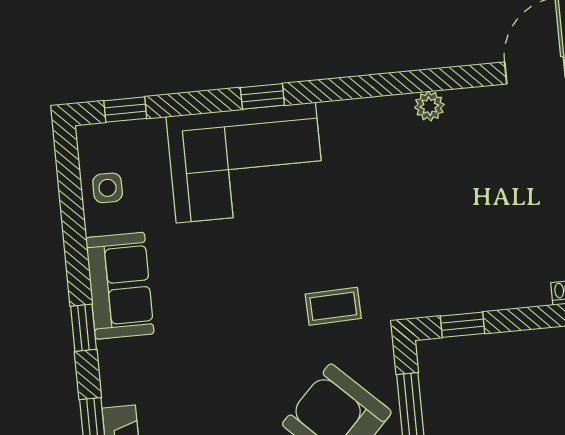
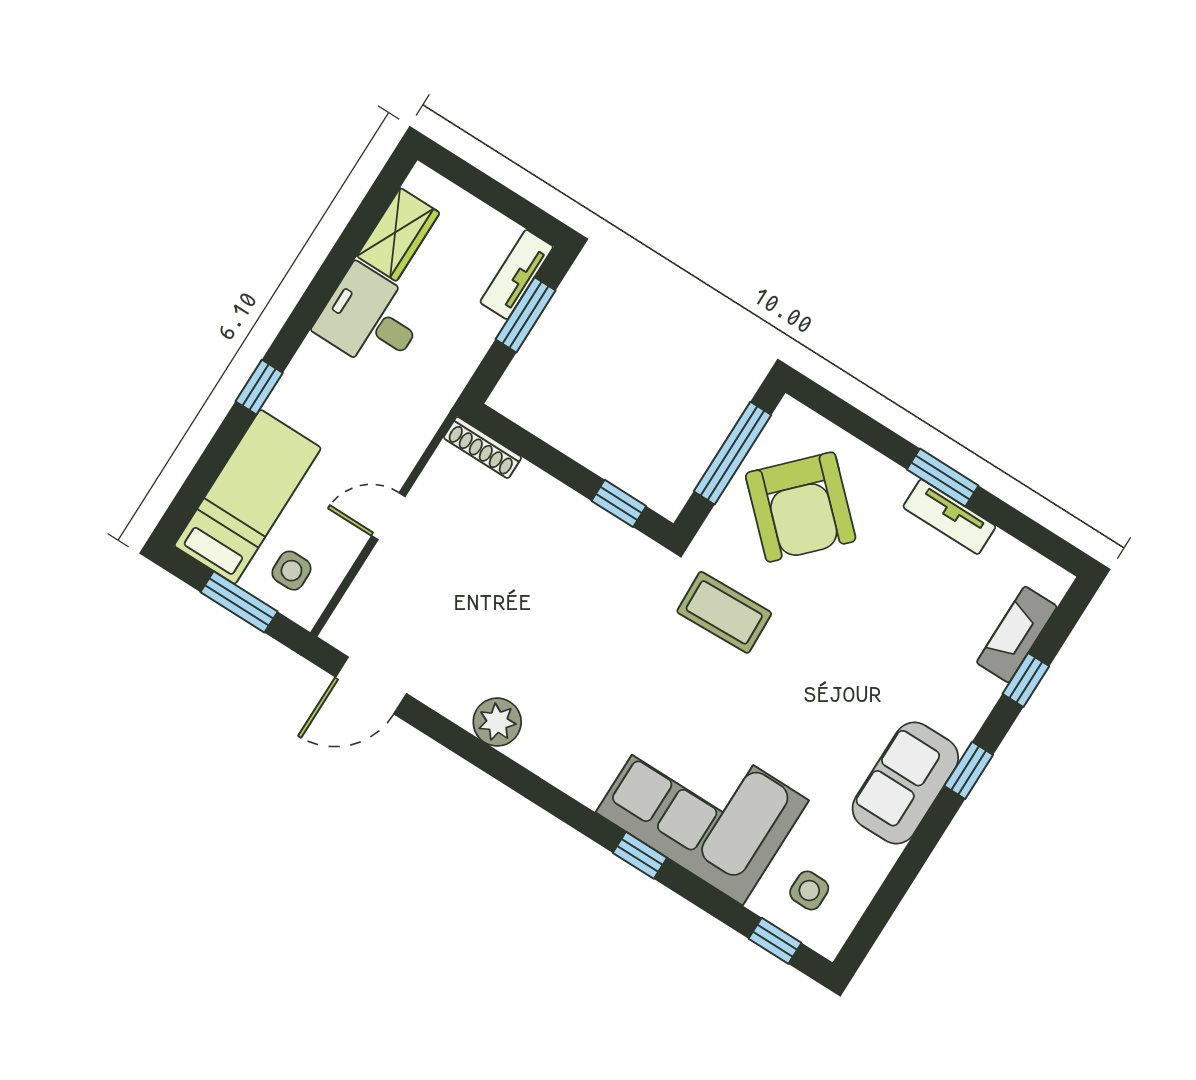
plant: (429, 106) -> (497, 722), width x1.38, depth x1.38
side table: (108, 188) -> (809, 890), moved
coffee table: (333, 306) -> (724, 612), width x1.36, depth x1.30

